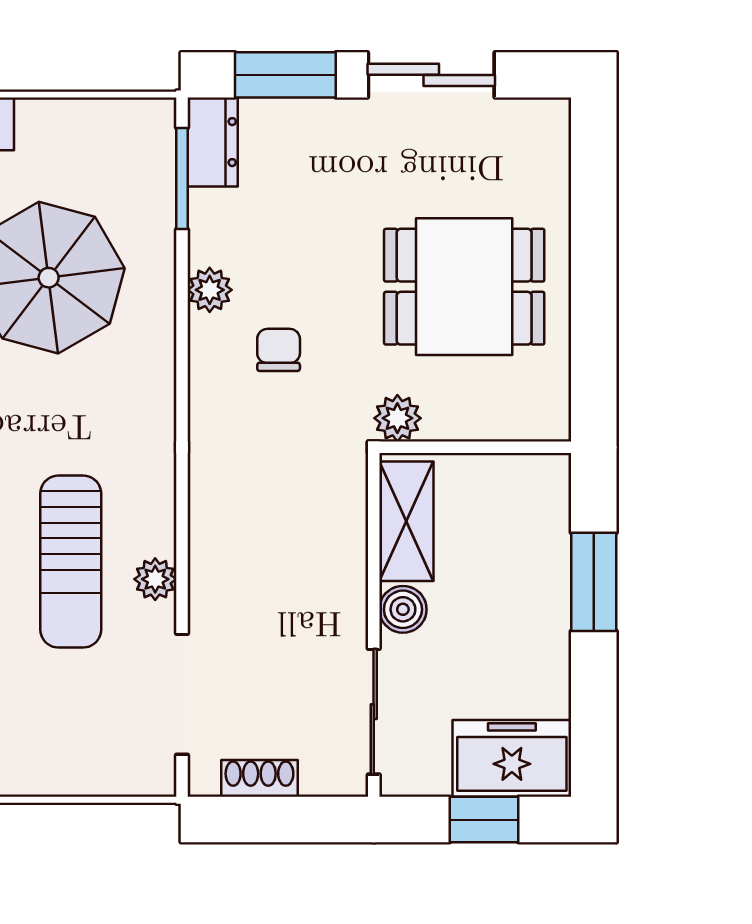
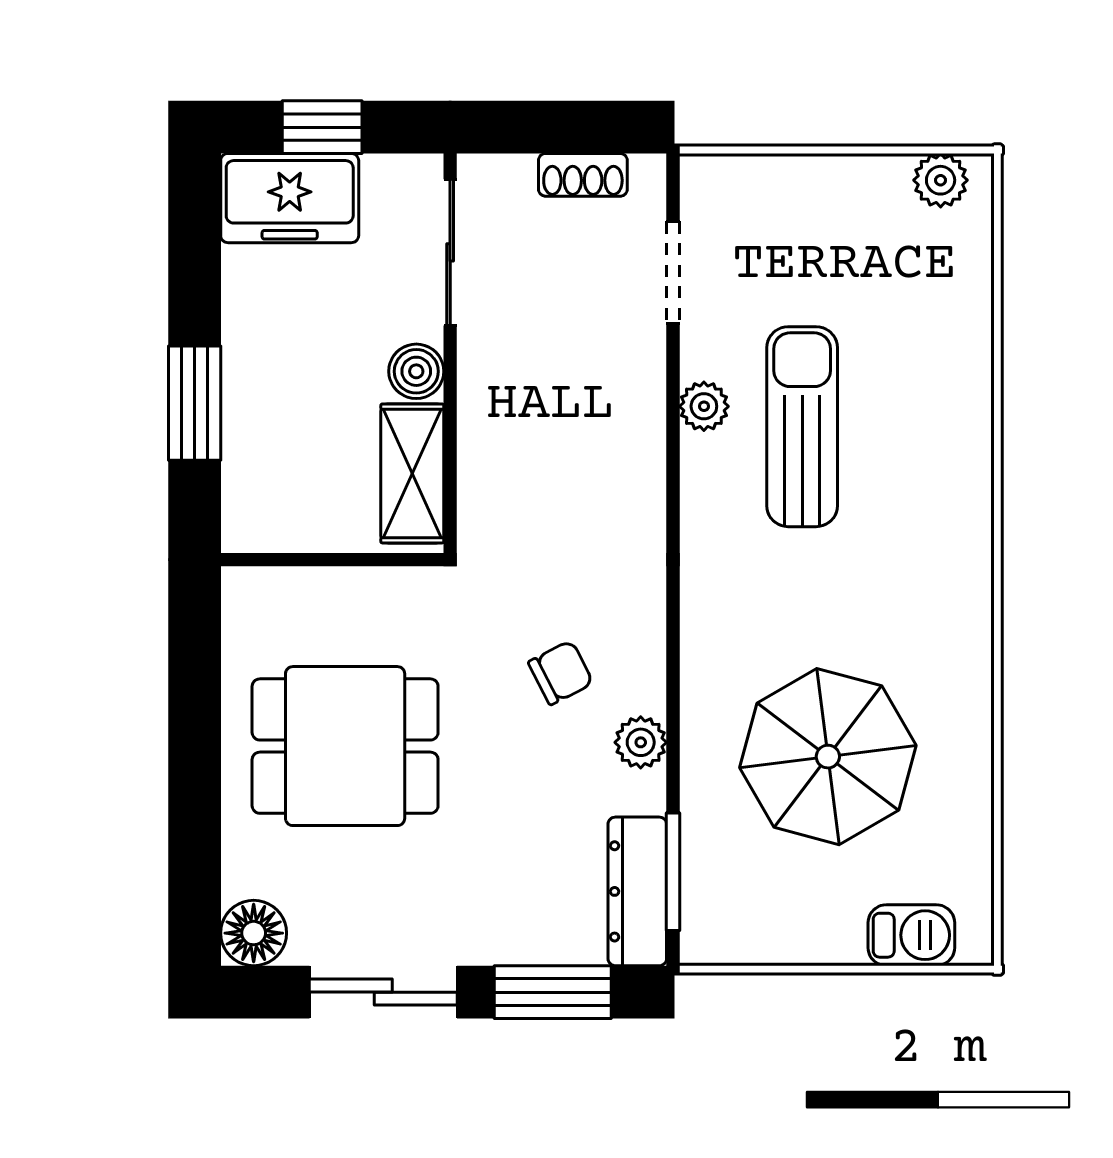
floor lamp: (543, 126) -> (254, 933), added
dresser: (213, 142) -> (637, 891), width x1.44
chair: (279, 350) -> (561, 673), turned -117
plant: (397, 418) -> (423, 593), removed
doorway: (182, 694) -> (673, 273), width x0.73

